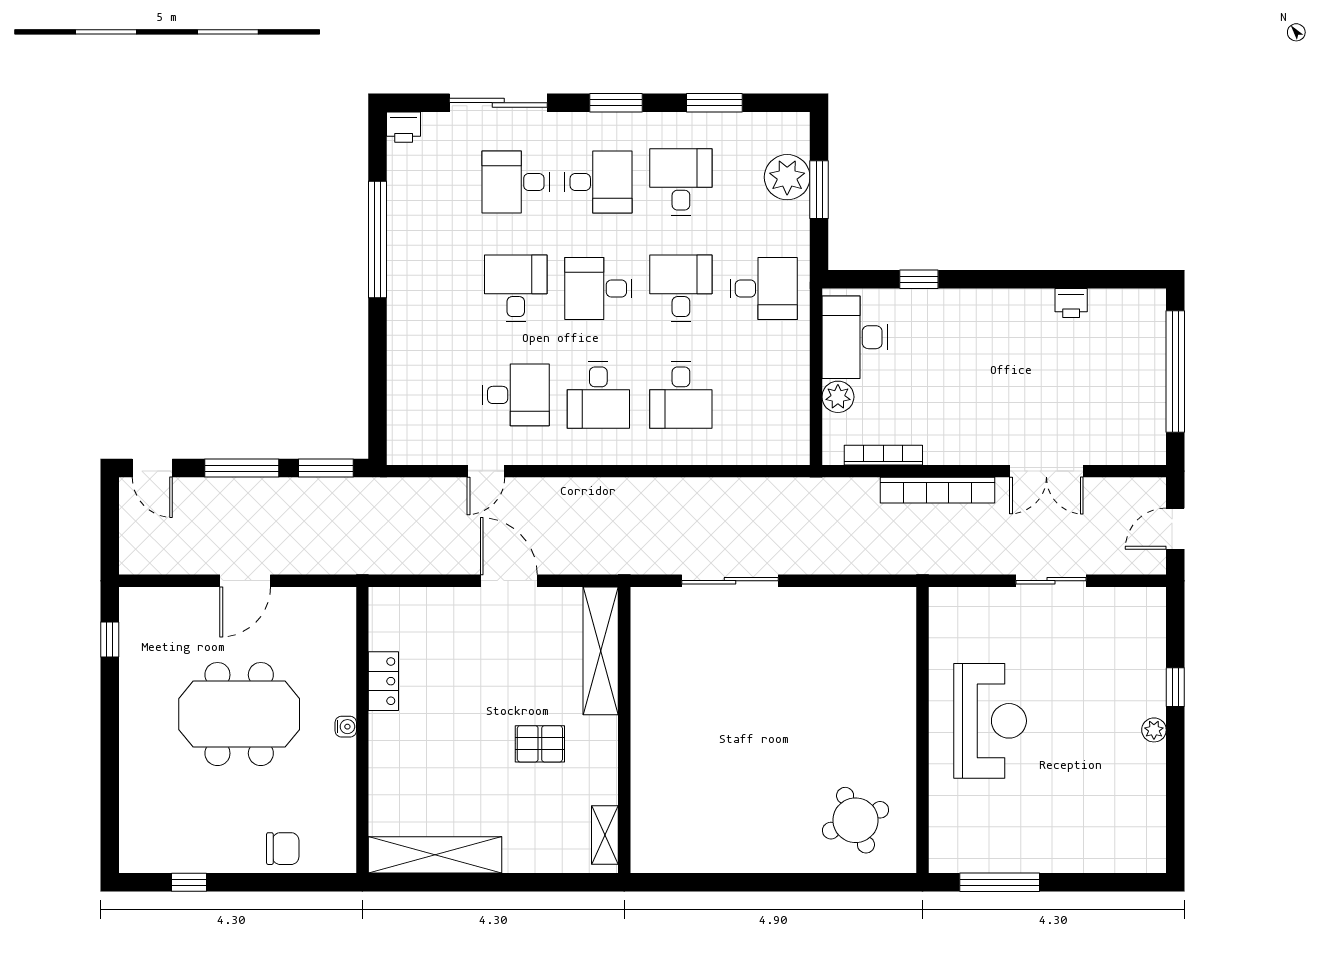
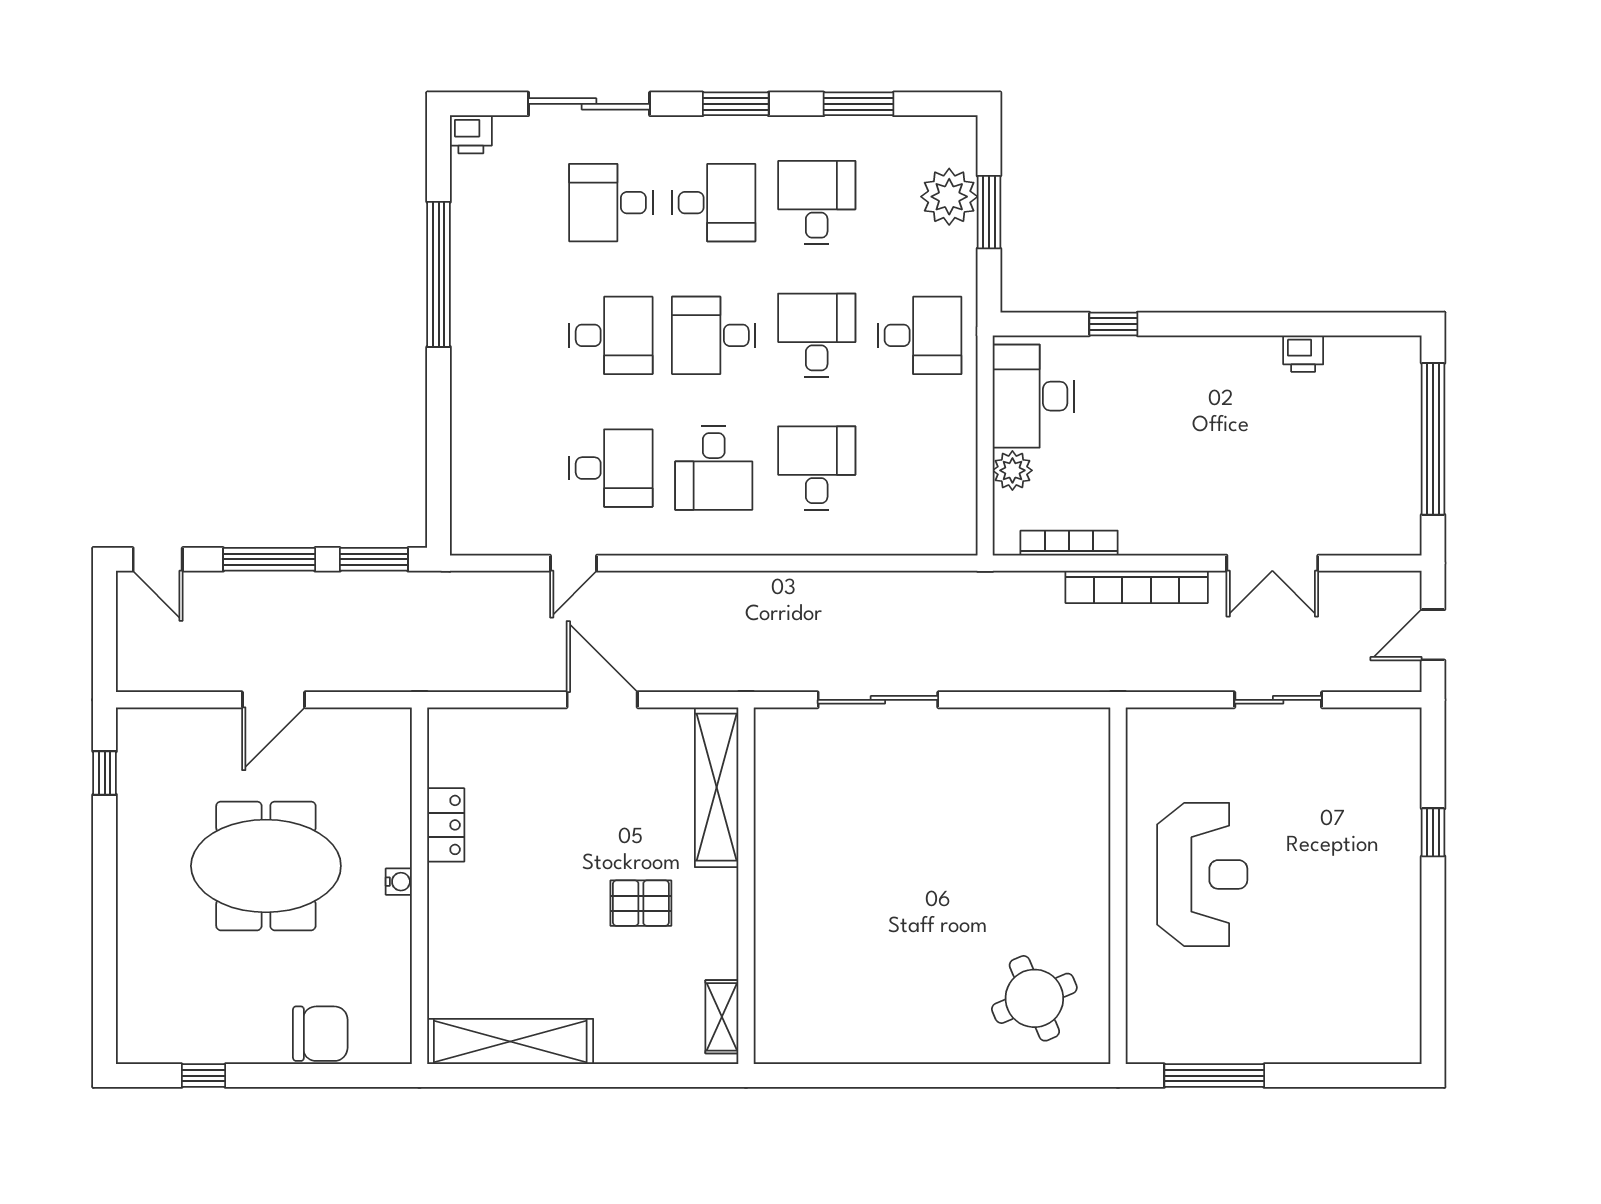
desk: (516, 288) -> (611, 335), turned 90
desk: (681, 395) -> (817, 468), turned 180
plant: (1154, 730) -> (1406, 886), removed
chair: (283, 849) -> (320, 1034), width x1.37, depth x1.37

